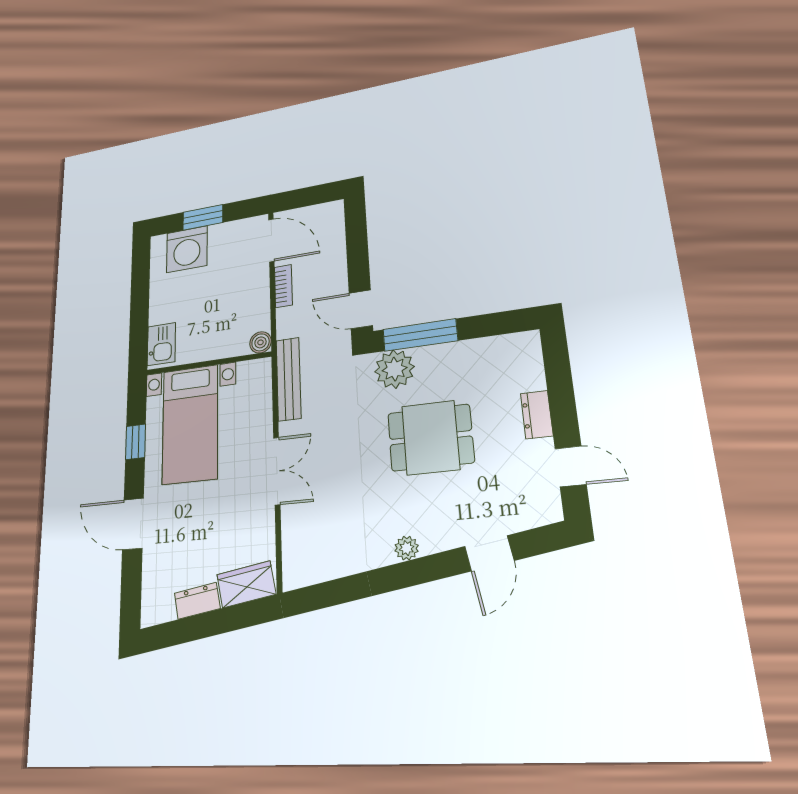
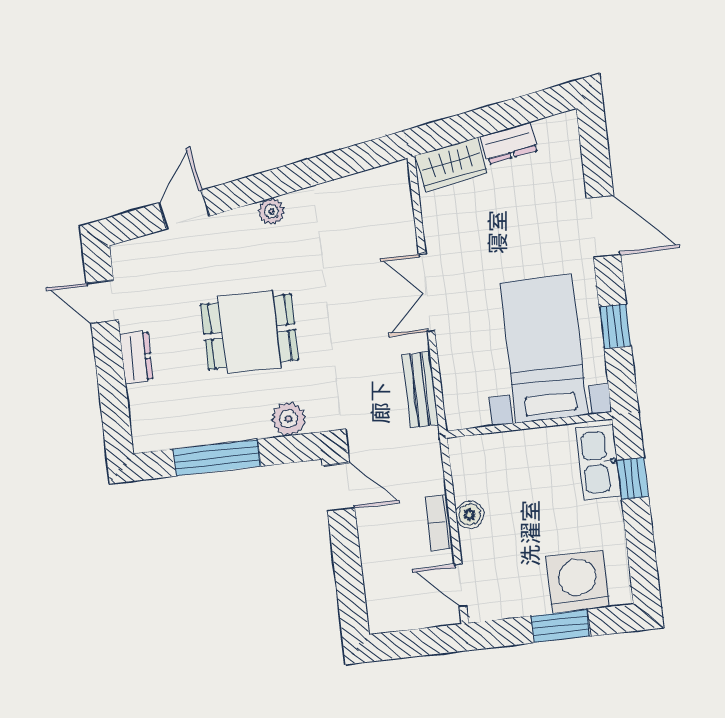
door: (271, 240) -> (461, 586), width x0.73
window: (139, 326) -> (633, 479), added
window: (420, 335) -> (217, 458), moved
boiler: (261, 342) -> (470, 515), moved
kitchen sink: (161, 344) -> (598, 462), width x1.38
plant: (394, 369) -> (289, 419), width x0.73, depth x0.73
bench: (289, 379) -> (420, 390), width x0.73

